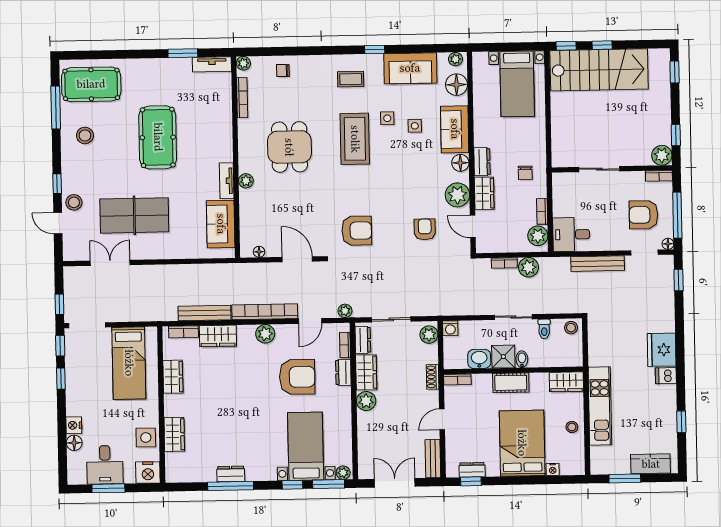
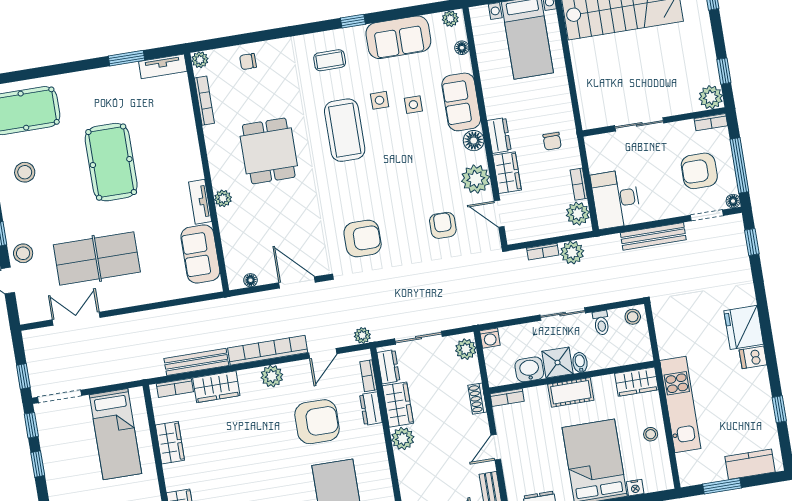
floor lamp: (457, 85) -> (462, 48), width x0.53, depth x0.53
desk: (571, 234) -> (616, 199), width x1.37

